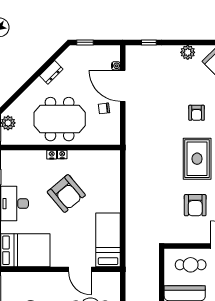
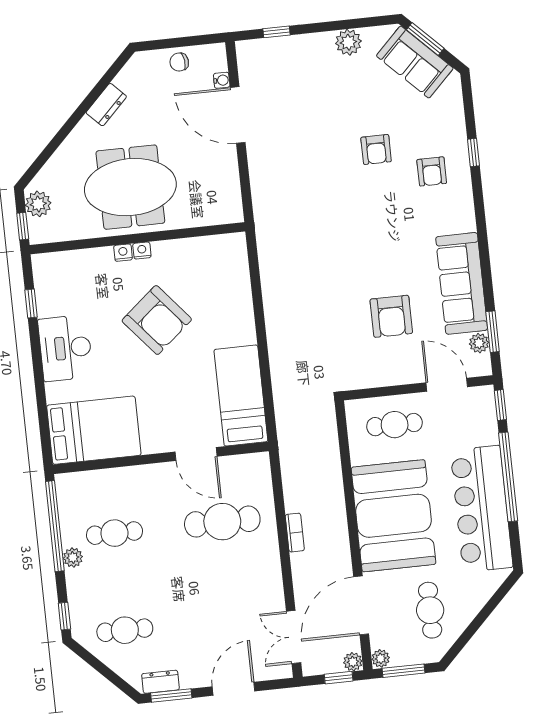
window: (85, 42) -> (161, 44), removed
chair: (104, 108) -> (179, 62), moved
rug: (197, 159) -> (386, 232), removed

